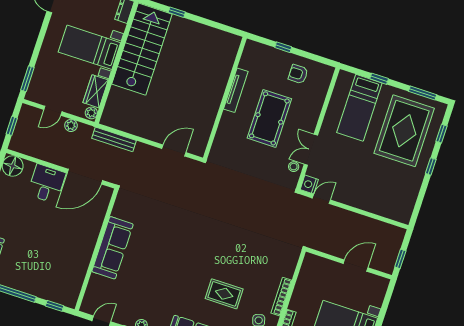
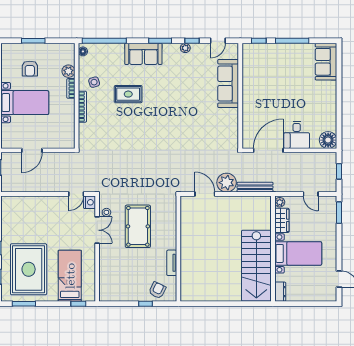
window: (177, 12) -> (239, 304), removed
armchair: (298, 74) -> (157, 290), moved, turned -64
window: (379, 79) -> (78, 304), moved
tv unit: (236, 90) -> (172, 263), width x0.71
door: (53, 111) -> (311, 194), swing flipped
pool table: (269, 118) -> (138, 226), moved
plant: (71, 125) -> (227, 183), moved, width x1.87, depth x1.87
door: (174, 150) -> (205, 194), swing flipped
sofa: (112, 248) -> (228, 83), moved

